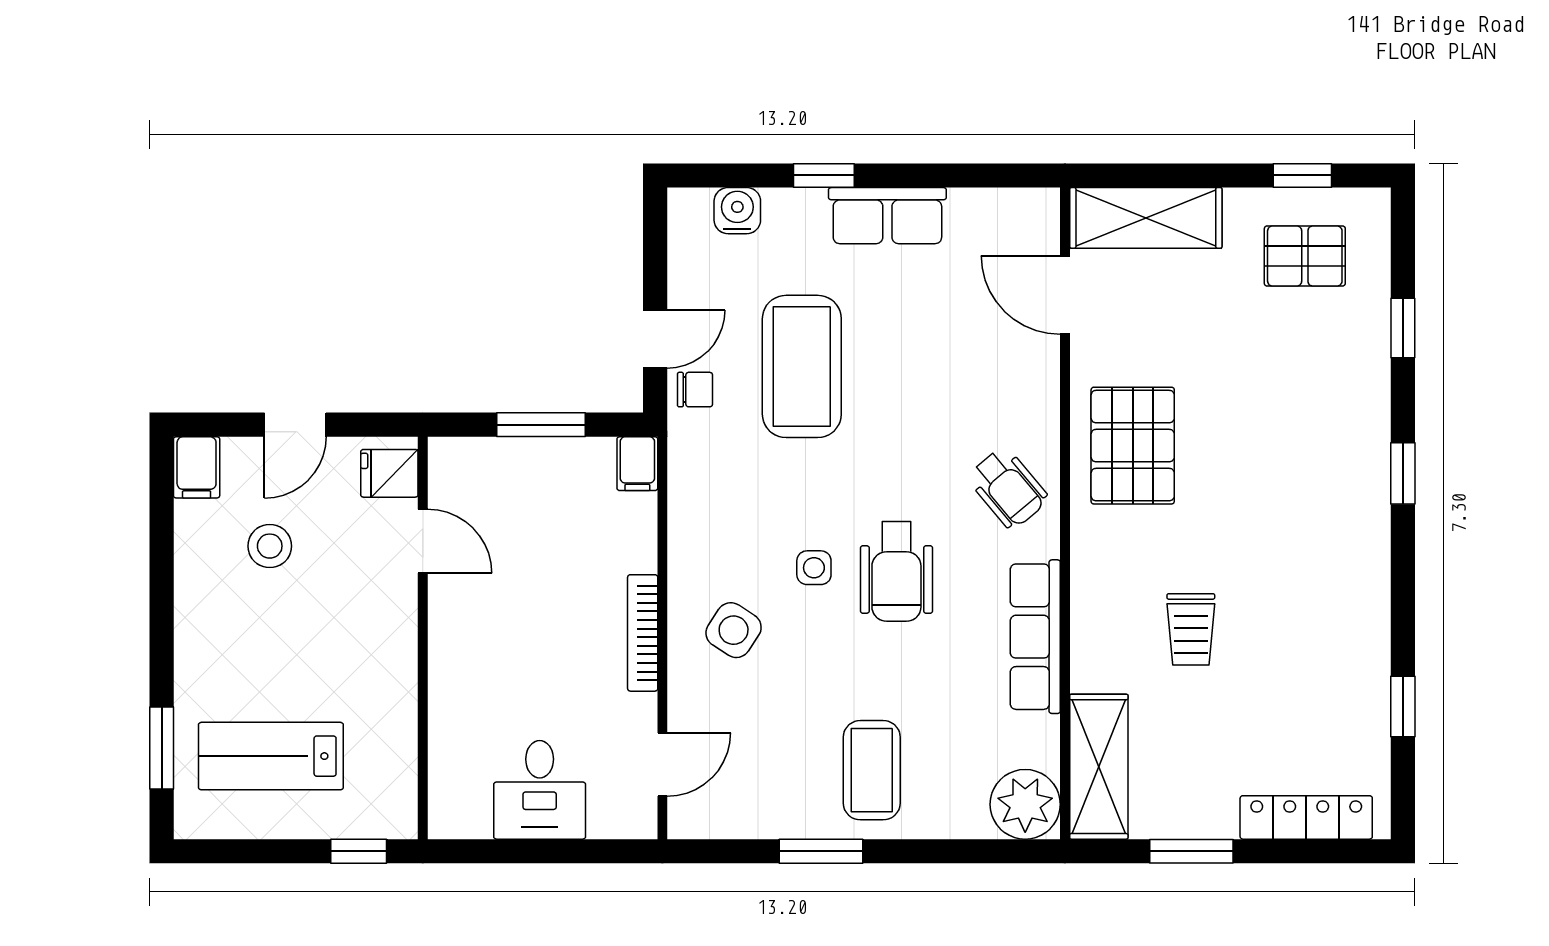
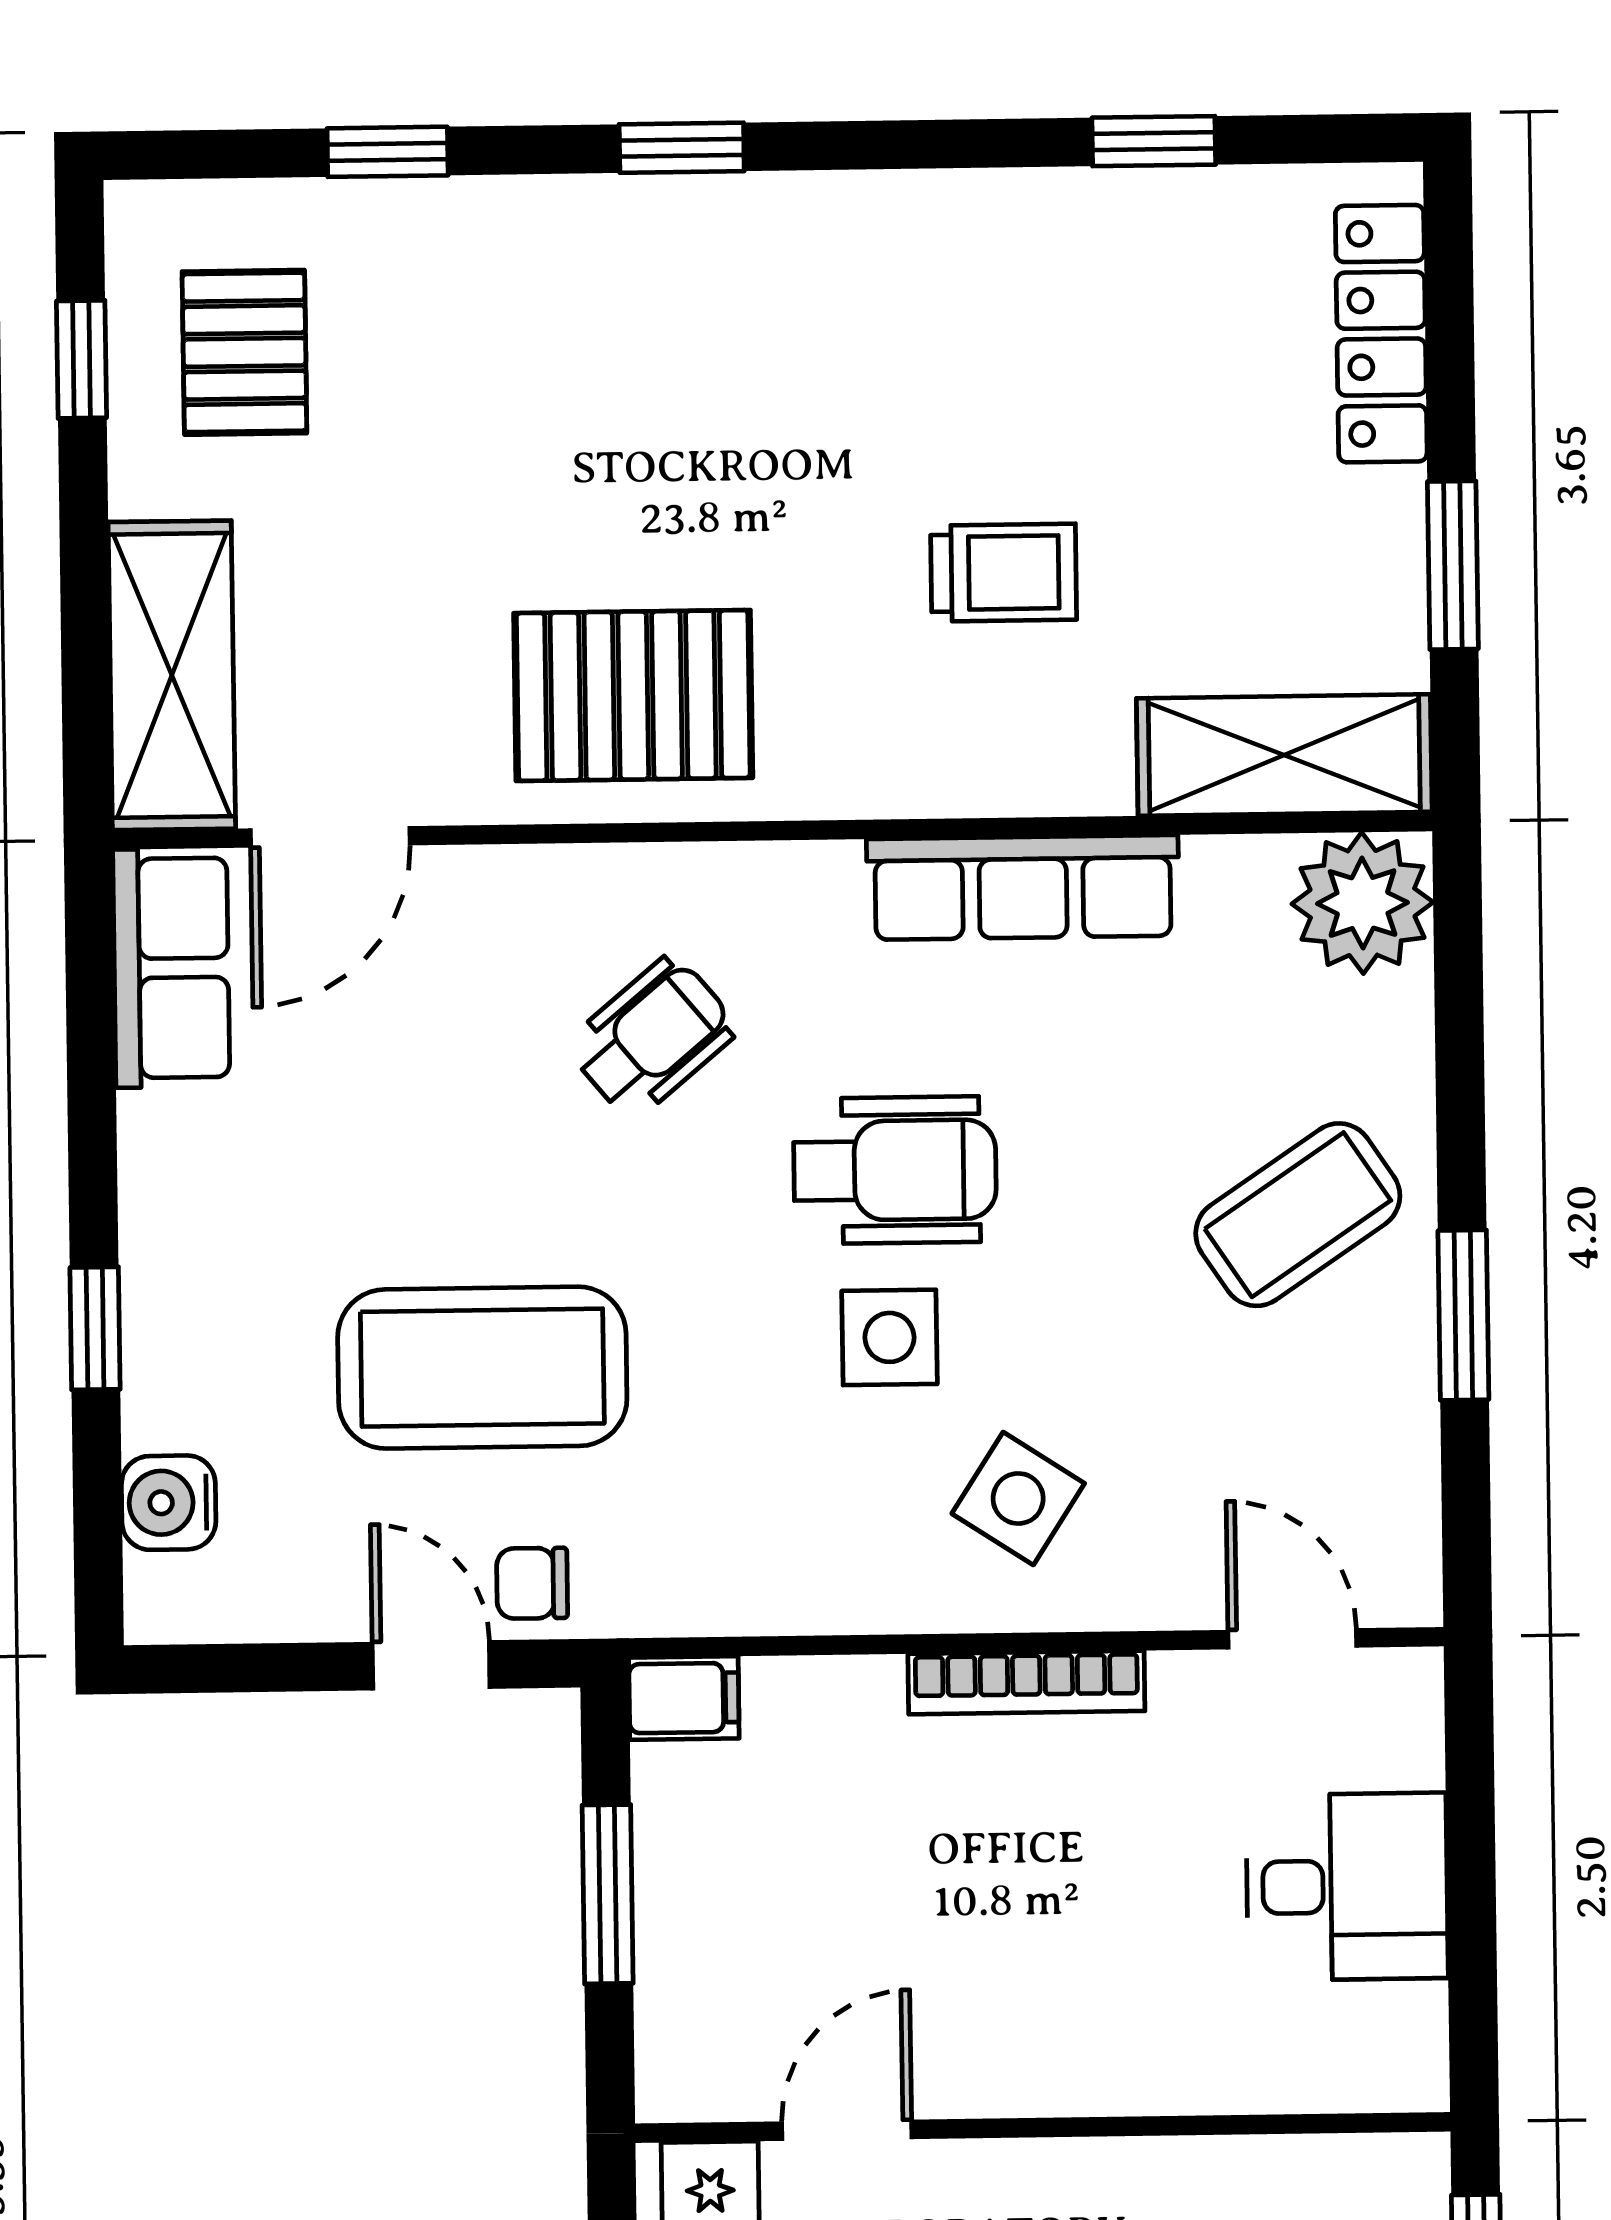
row of seats: (887, 216) -> (171, 968), moved
chair: (695, 390) -> (532, 1583), turned -90
wheelchair: (1008, 488) -> (652, 1037), moved
side table: (814, 568) -> (889, 1337), width x1.37, depth x1.37
coffee table: (872, 770) -> (1298, 1215), turned -34

